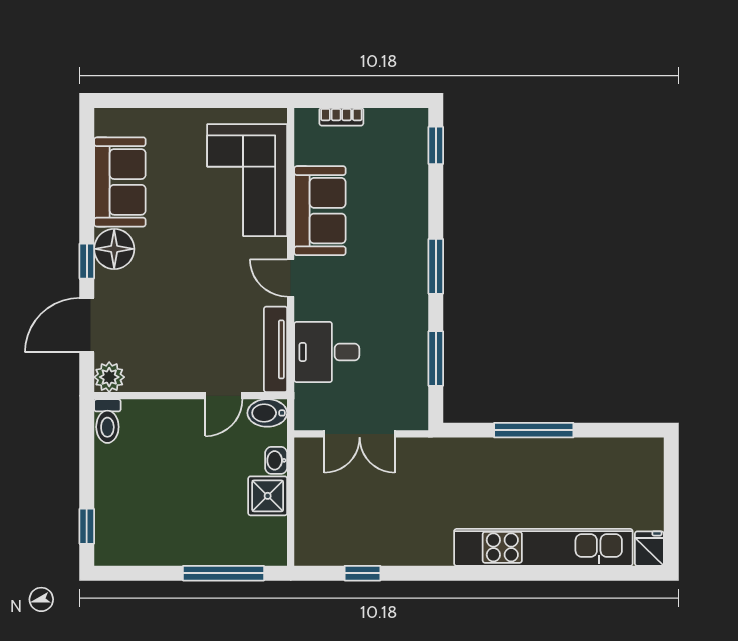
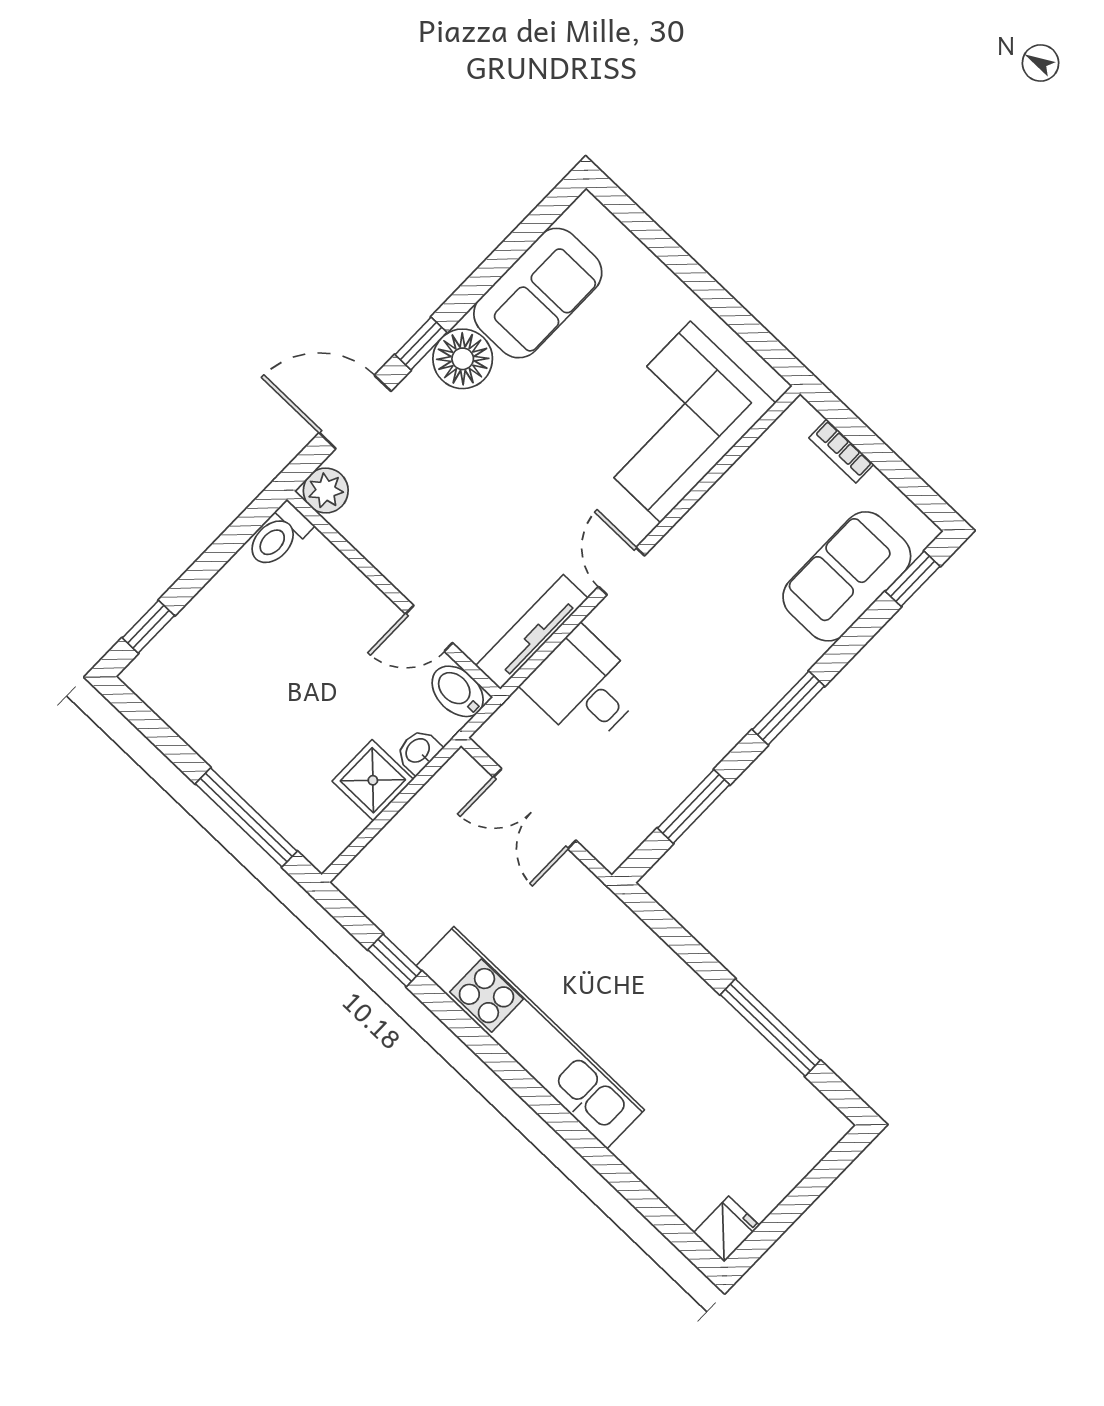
sofa: (320, 211) -> (847, 576), moved, turned 180
window: (534, 430) -> (770, 1027), moved
kitchen unit: (543, 547) -> (530, 1038), moved

